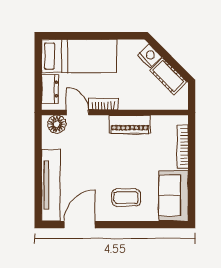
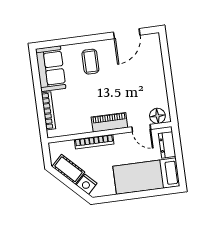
bookcase: (103, 104) -> (94, 142), moved, width x1.56
piano: (130, 124) -> (109, 122), moved
tv unit: (51, 185) -> (156, 64), removed
coffee table: (126, 198) -> (90, 62), turned 90

